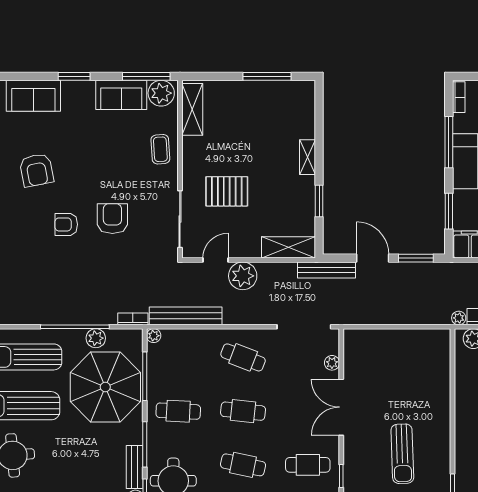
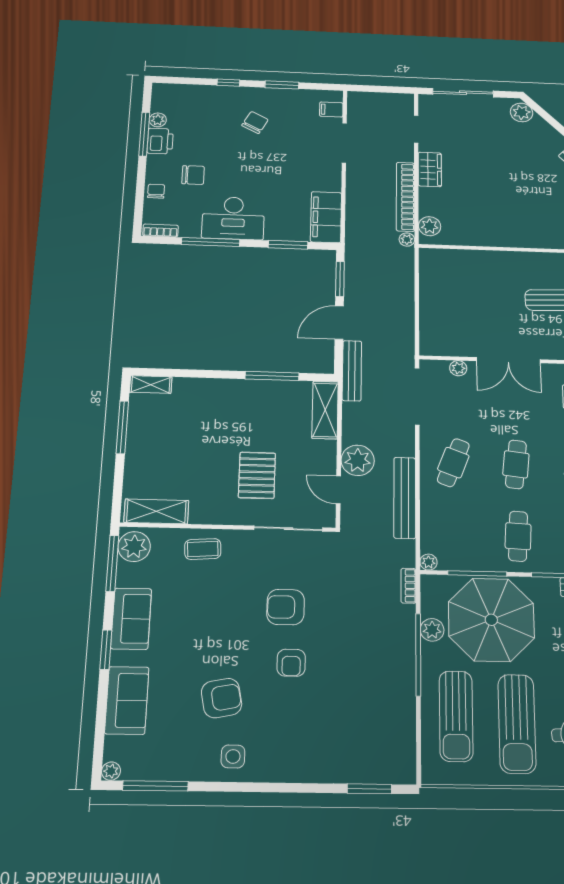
sofa: (121, 95) -> (131, 619), moved
shelving: (307, 157) -> (151, 385), moved
window: (319, 201) -> (272, 376), width x1.44
bench: (186, 316) -> (405, 498), moved

